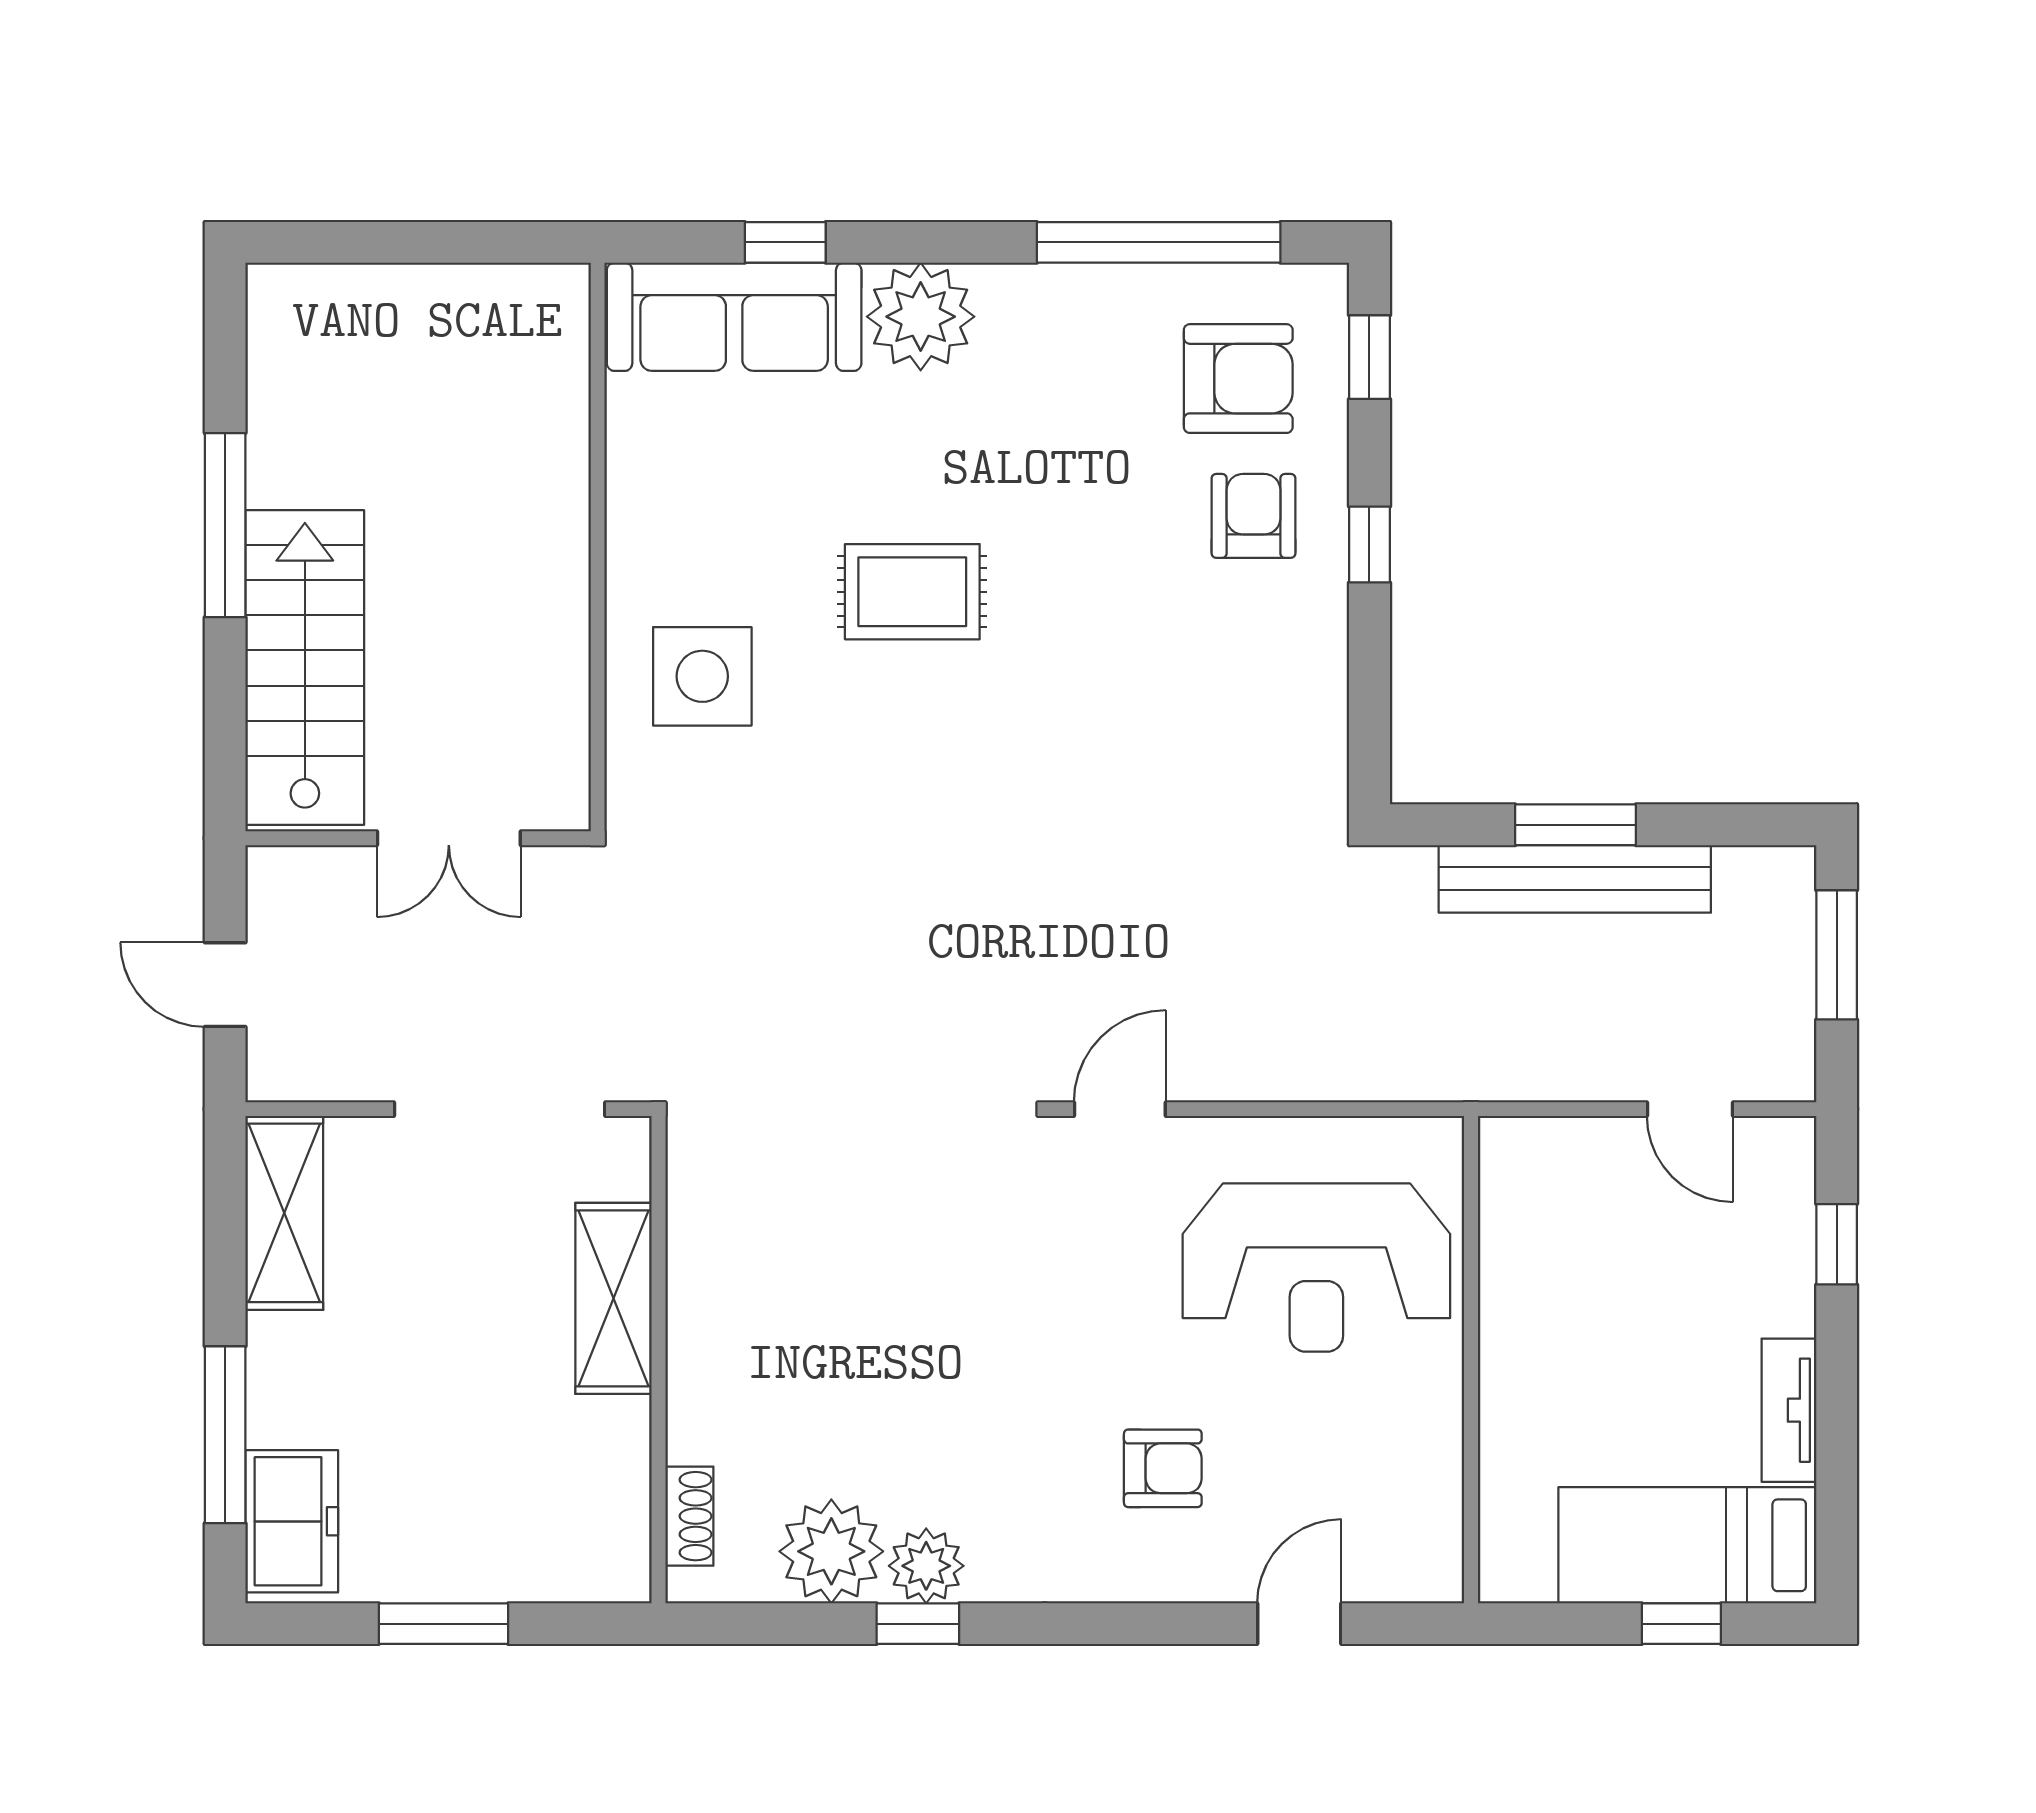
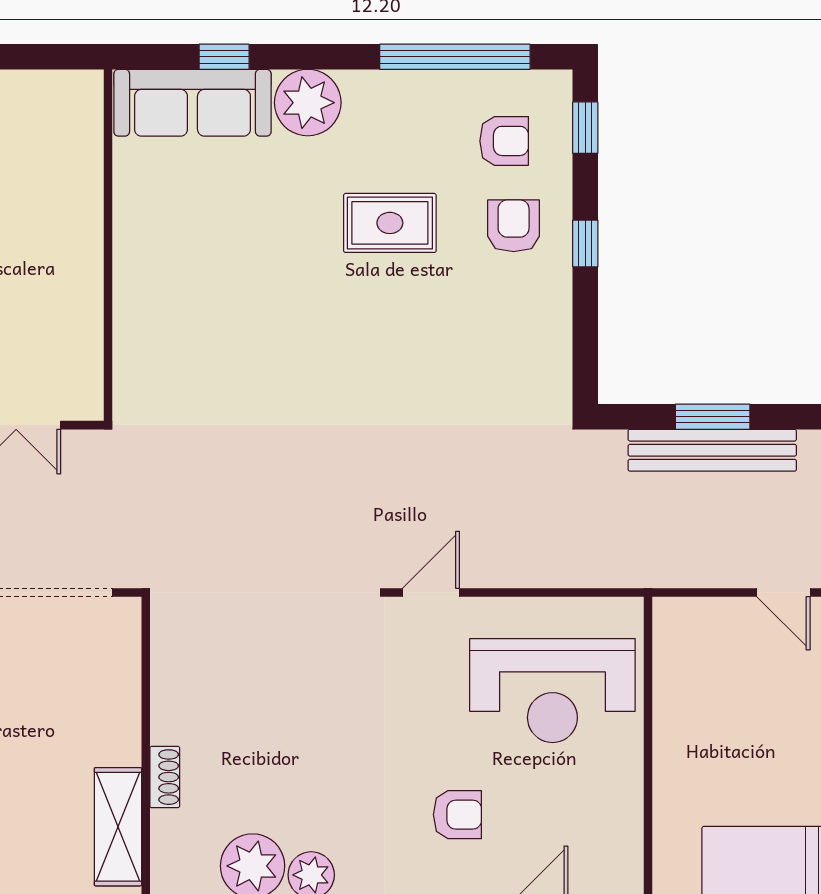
armchair: (1238, 379) -> (504, 141), width x0.72, depth x0.72
rug: (912, 592) -> (390, 223), moved
side table: (702, 676) -> (173, 325), removed
shelving: (614, 1298) -> (118, 827), moved
shoe rack: (689, 1516) -> (165, 777), moved

